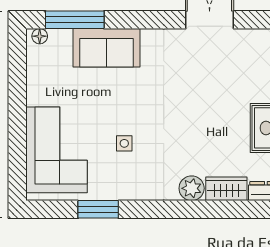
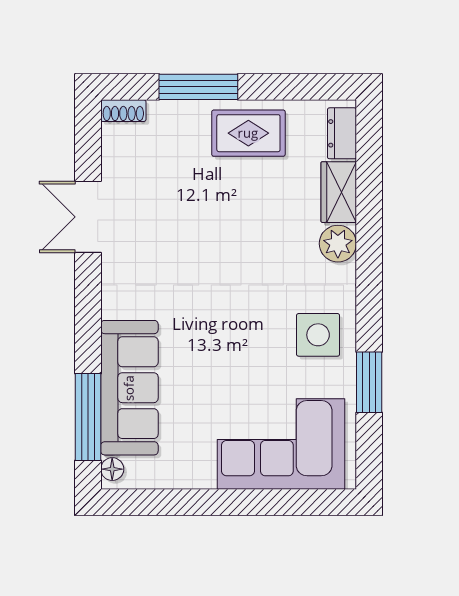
sofa: (107, 48) -> (129, 388), width x1.36
side table: (124, 143) -> (318, 335), moved, width x1.87, depth x1.87

